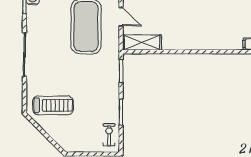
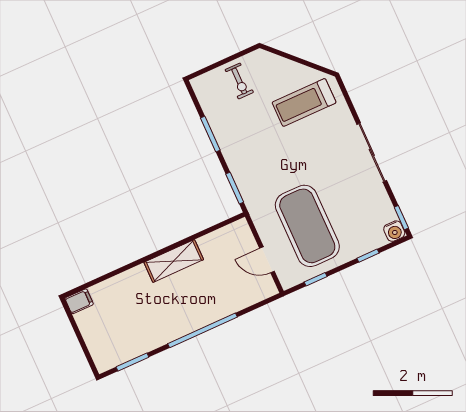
shelving: (142, 43) -> (174, 261), moved
exercise bike: (109, 135) -> (239, 81), moved

